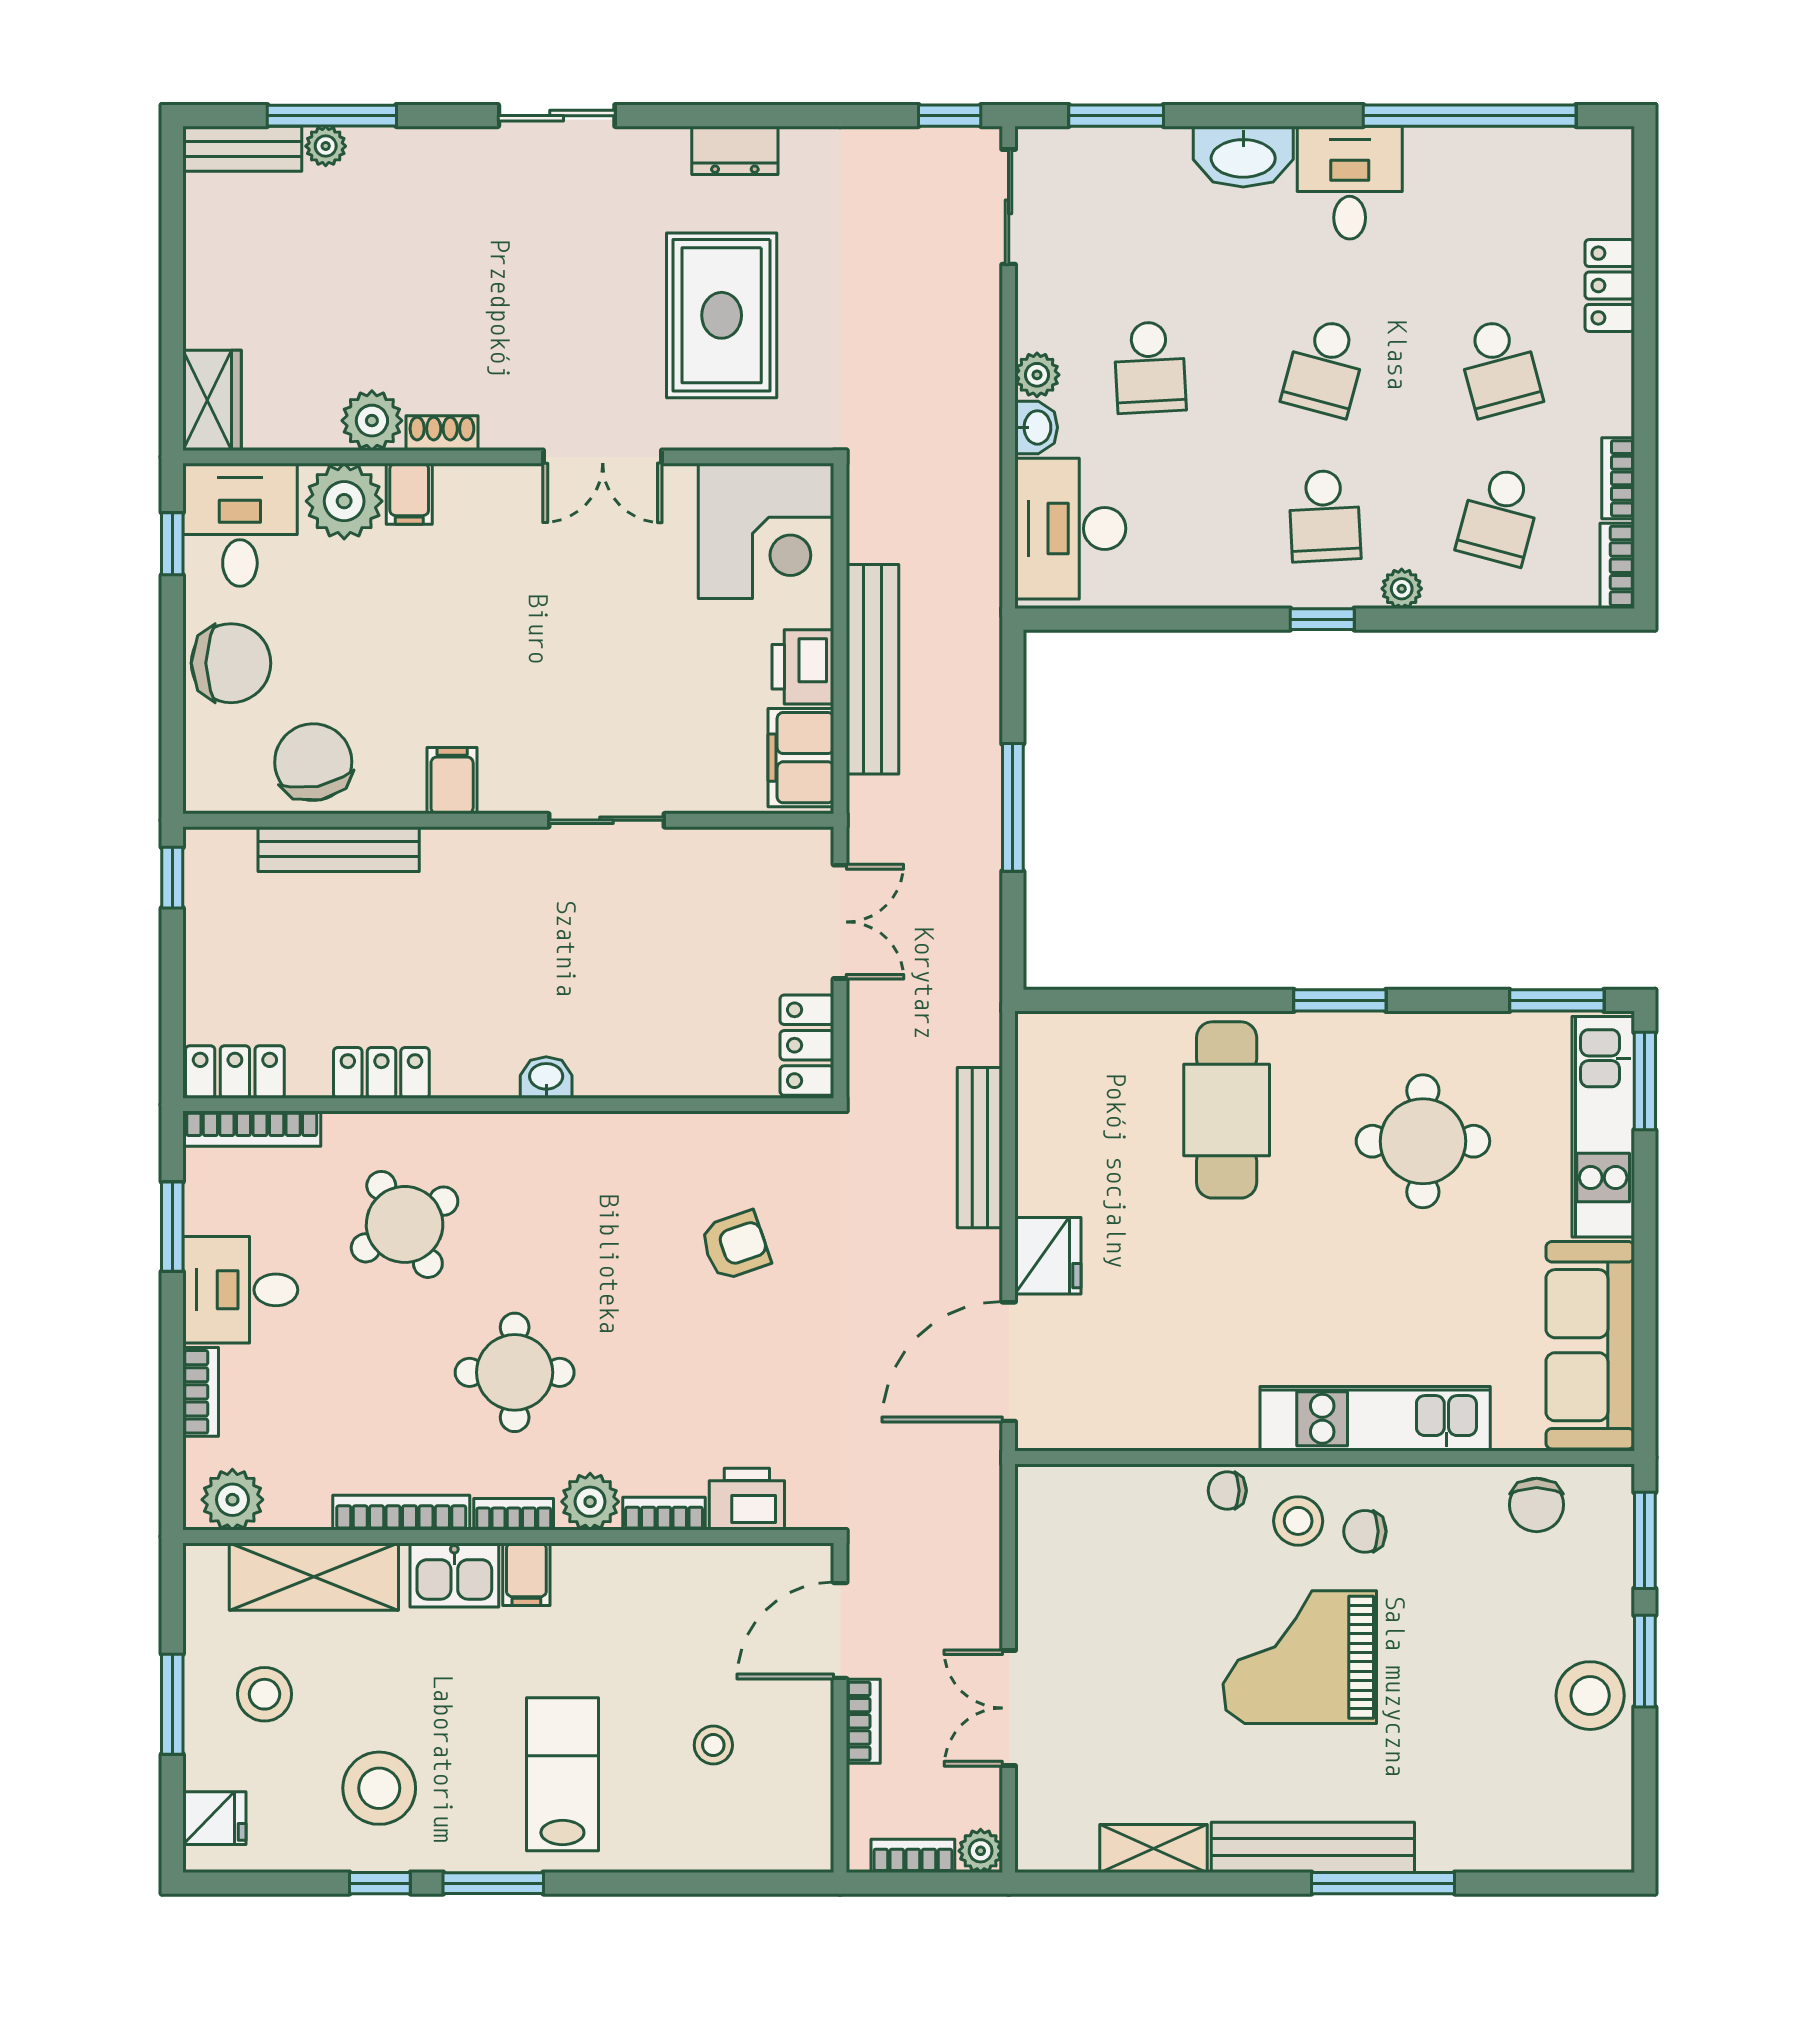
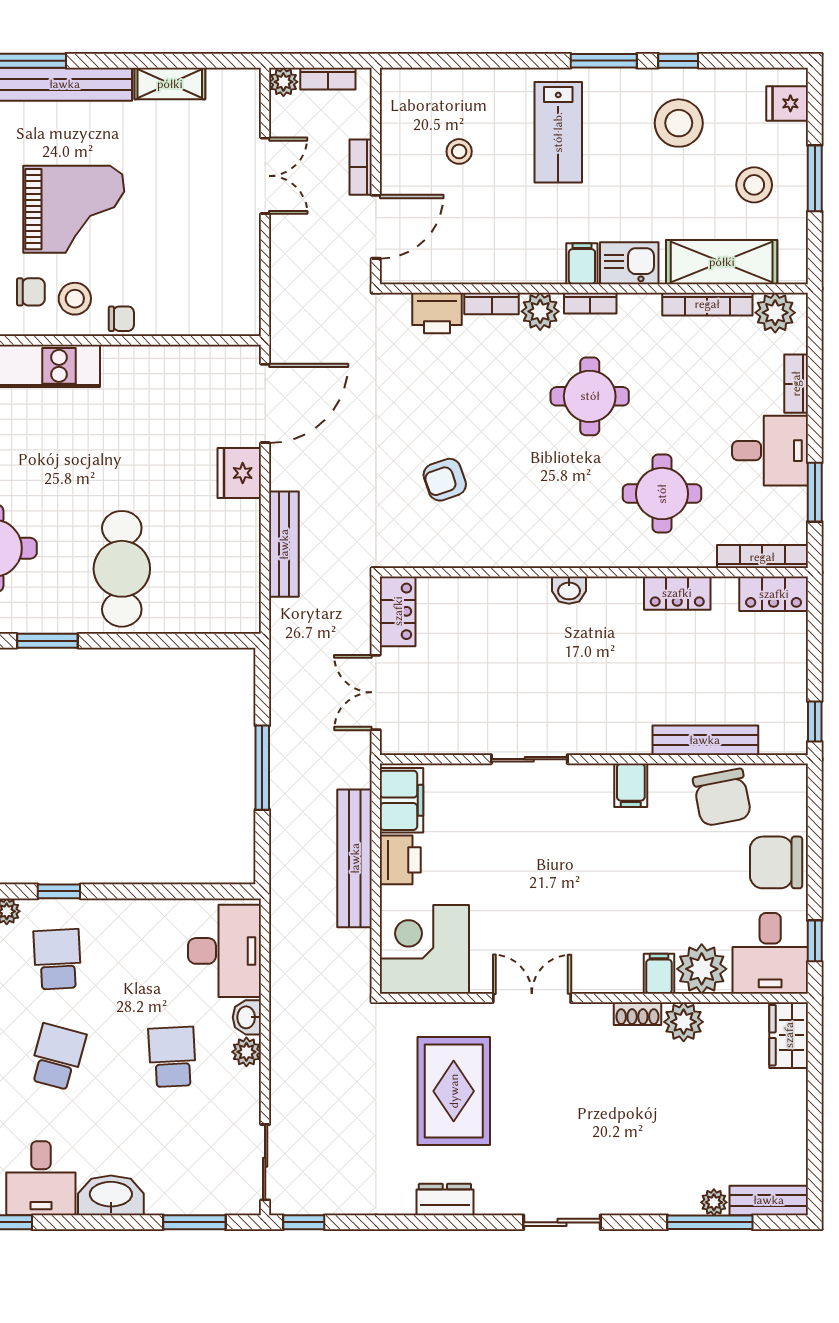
round table: (405, 1224) -> (662, 494), turned 31
bookcase: (401, 1513) -> (707, 304), moved

